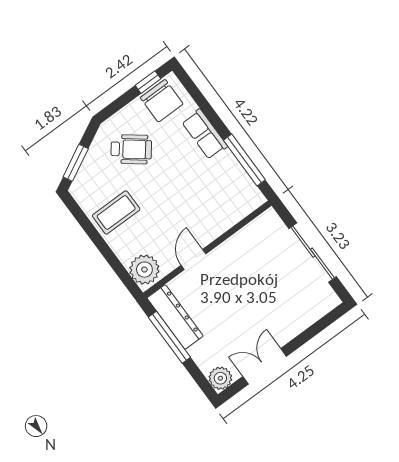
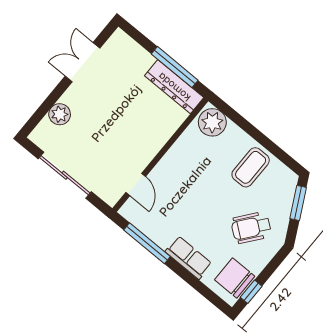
door: (193, 259) -> (136, 184), moved
double door: (265, 366) -> (83, 62), swing flipped
plant: (220, 378) -> (60, 114), moved

